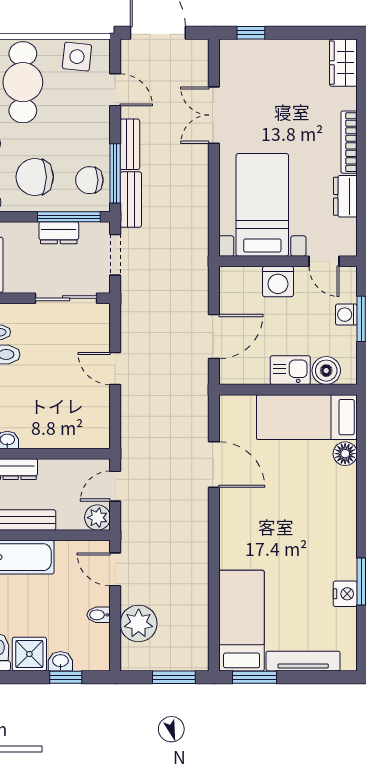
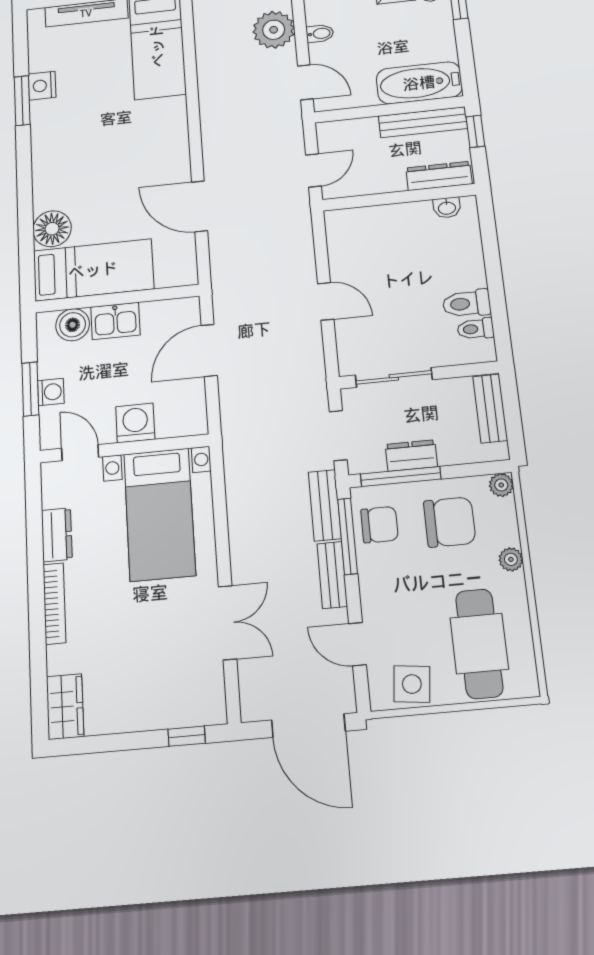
floor lamp: (345, 454) -> (52, 229), width x1.38, depth x1.38
plant: (97, 518) -> (331, 135), removed

